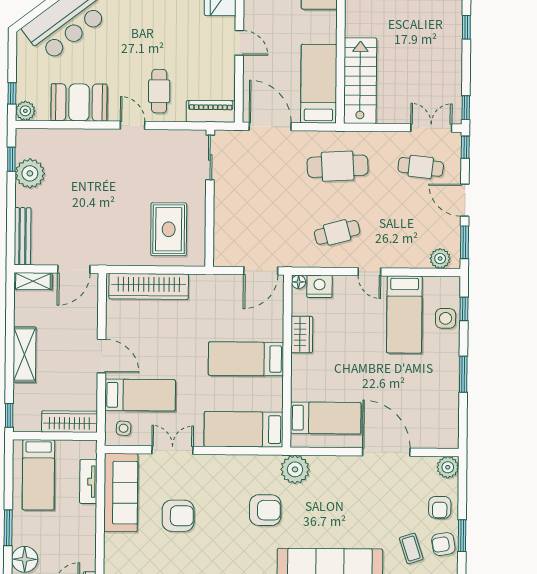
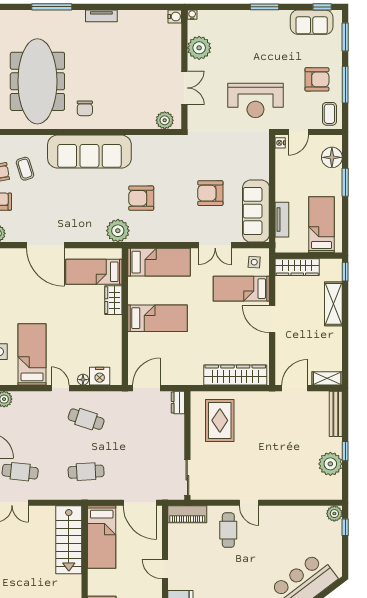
booth: (79, 102) -> (292, 521), removed
window: (11, 159) -> (345, 451), moved
cafe table: (338, 166) -> (86, 472), width x0.73, depth x0.74
cafe table: (337, 232) -> (86, 419), turned 33
dresser: (221, 252) -> (178, 403), added
floor lamp: (299, 282) -> (83, 380), moved
wardrobe: (302, 335) -> (113, 300), moved
shelving: (24, 355) -> (333, 304), moved

